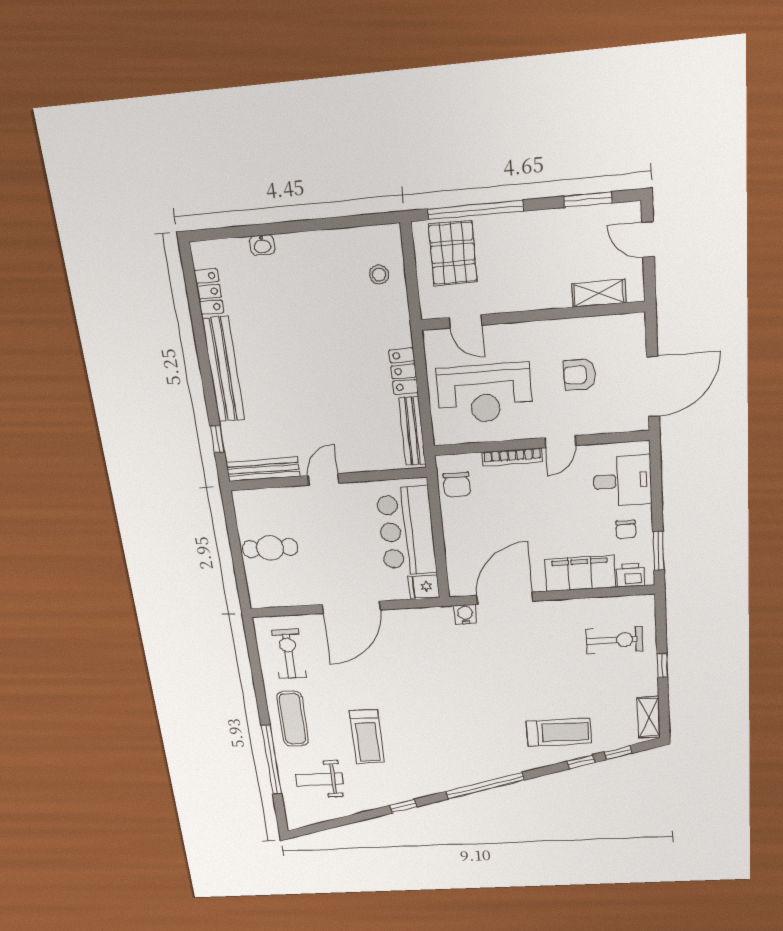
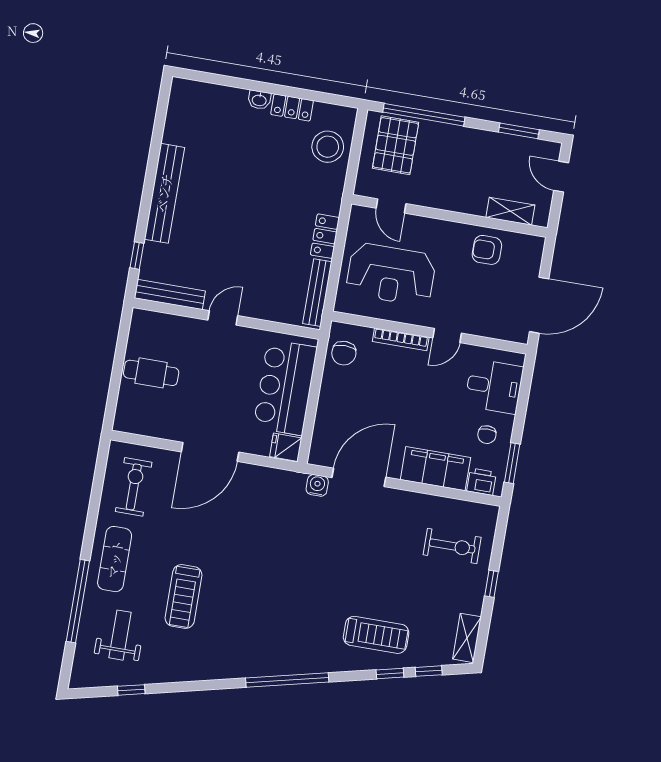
washbasin: (262, 245) -> (259, 100), moved
stool: (379, 275) -> (328, 147), width x1.89, depth x1.89
locker: (209, 292) -> (292, 107), moved, turned 90
armchair: (580, 374) -> (487, 250), moved
weight bench: (319, 779) -> (120, 635), turned 90
window: (403, 806) -> (131, 690), moved

